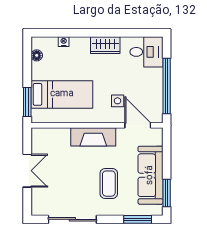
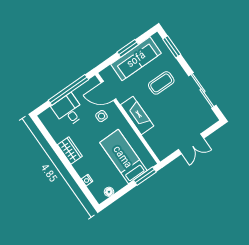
desk: (146, 52) -> (68, 110), moved
door: (138, 125) -> (108, 91), hinge flipped
double door: (27, 171) -> (191, 144), swing flipped
window: (167, 193) -> (128, 48), moved

